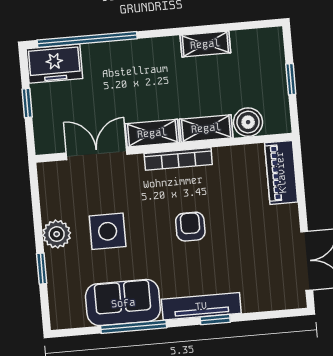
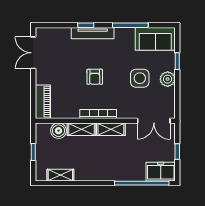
shelving: (205, 44) -> (60, 175), moved
double door: (97, 154) -> (154, 121), moved
sofa: (123, 303) -> (155, 39), moved

